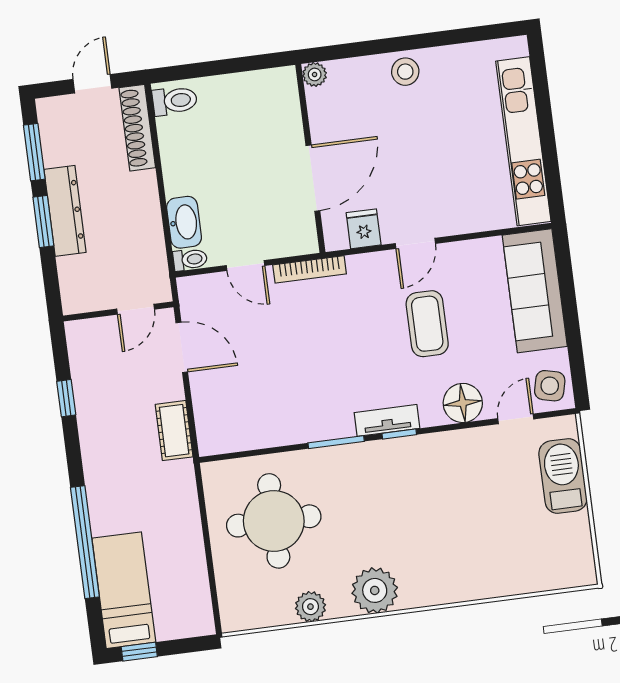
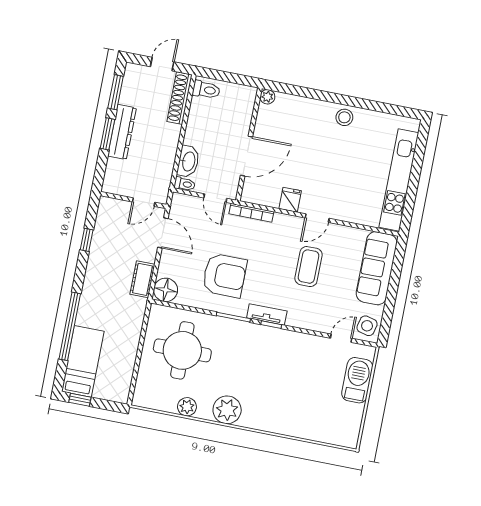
plant: (315, 74) -> (267, 97), moved
wall: (310, 158) -> (249, 144), moved
door: (313, 178) -> (246, 156), moved
armchair: (300, 382) -> (224, 275), added
floor lamp: (463, 403) -> (166, 290), moved

